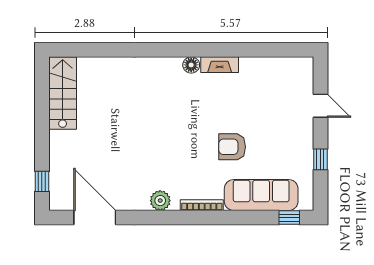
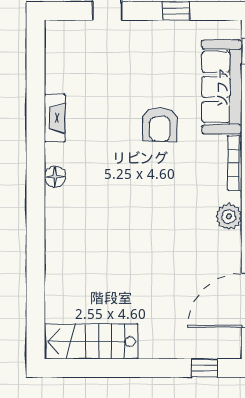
fireplace: (220, 65) -> (55, 118), moved

